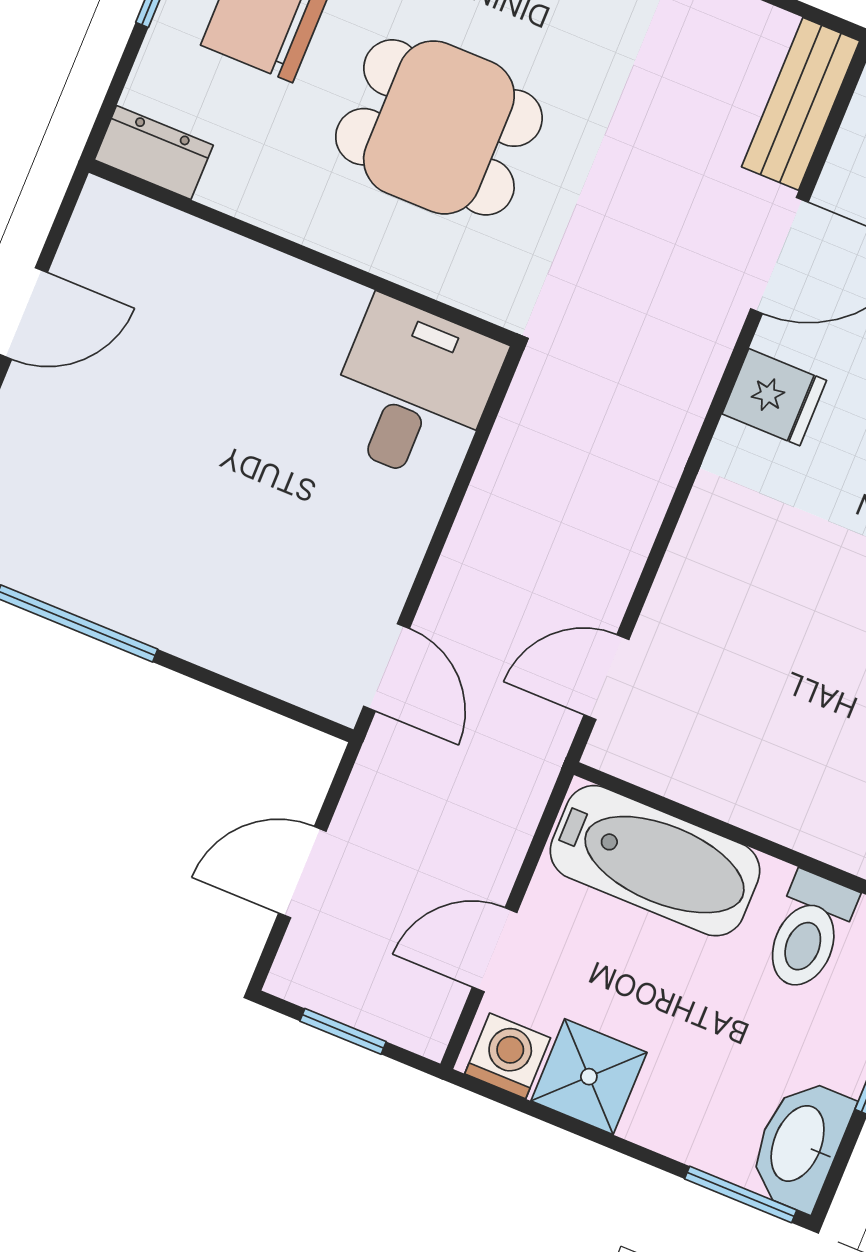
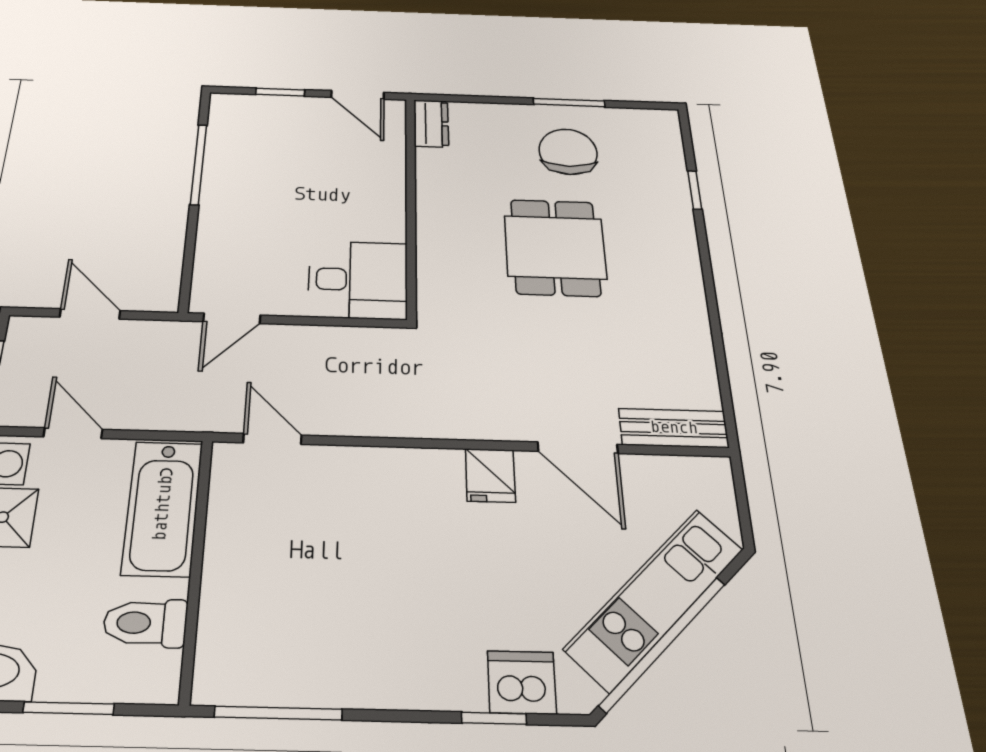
dresser: (154, 153) -> (431, 123), moved
wall: (302, 253) -> (411, 204), moved
desk: (413, 391) -> (358, 280), moved

